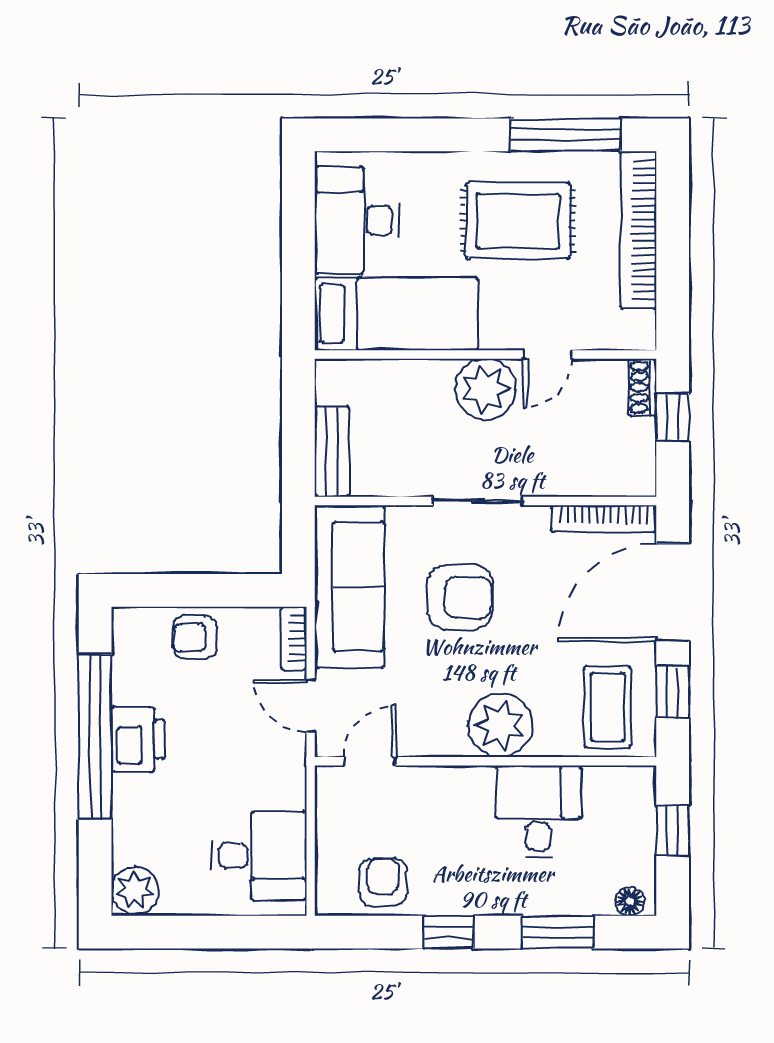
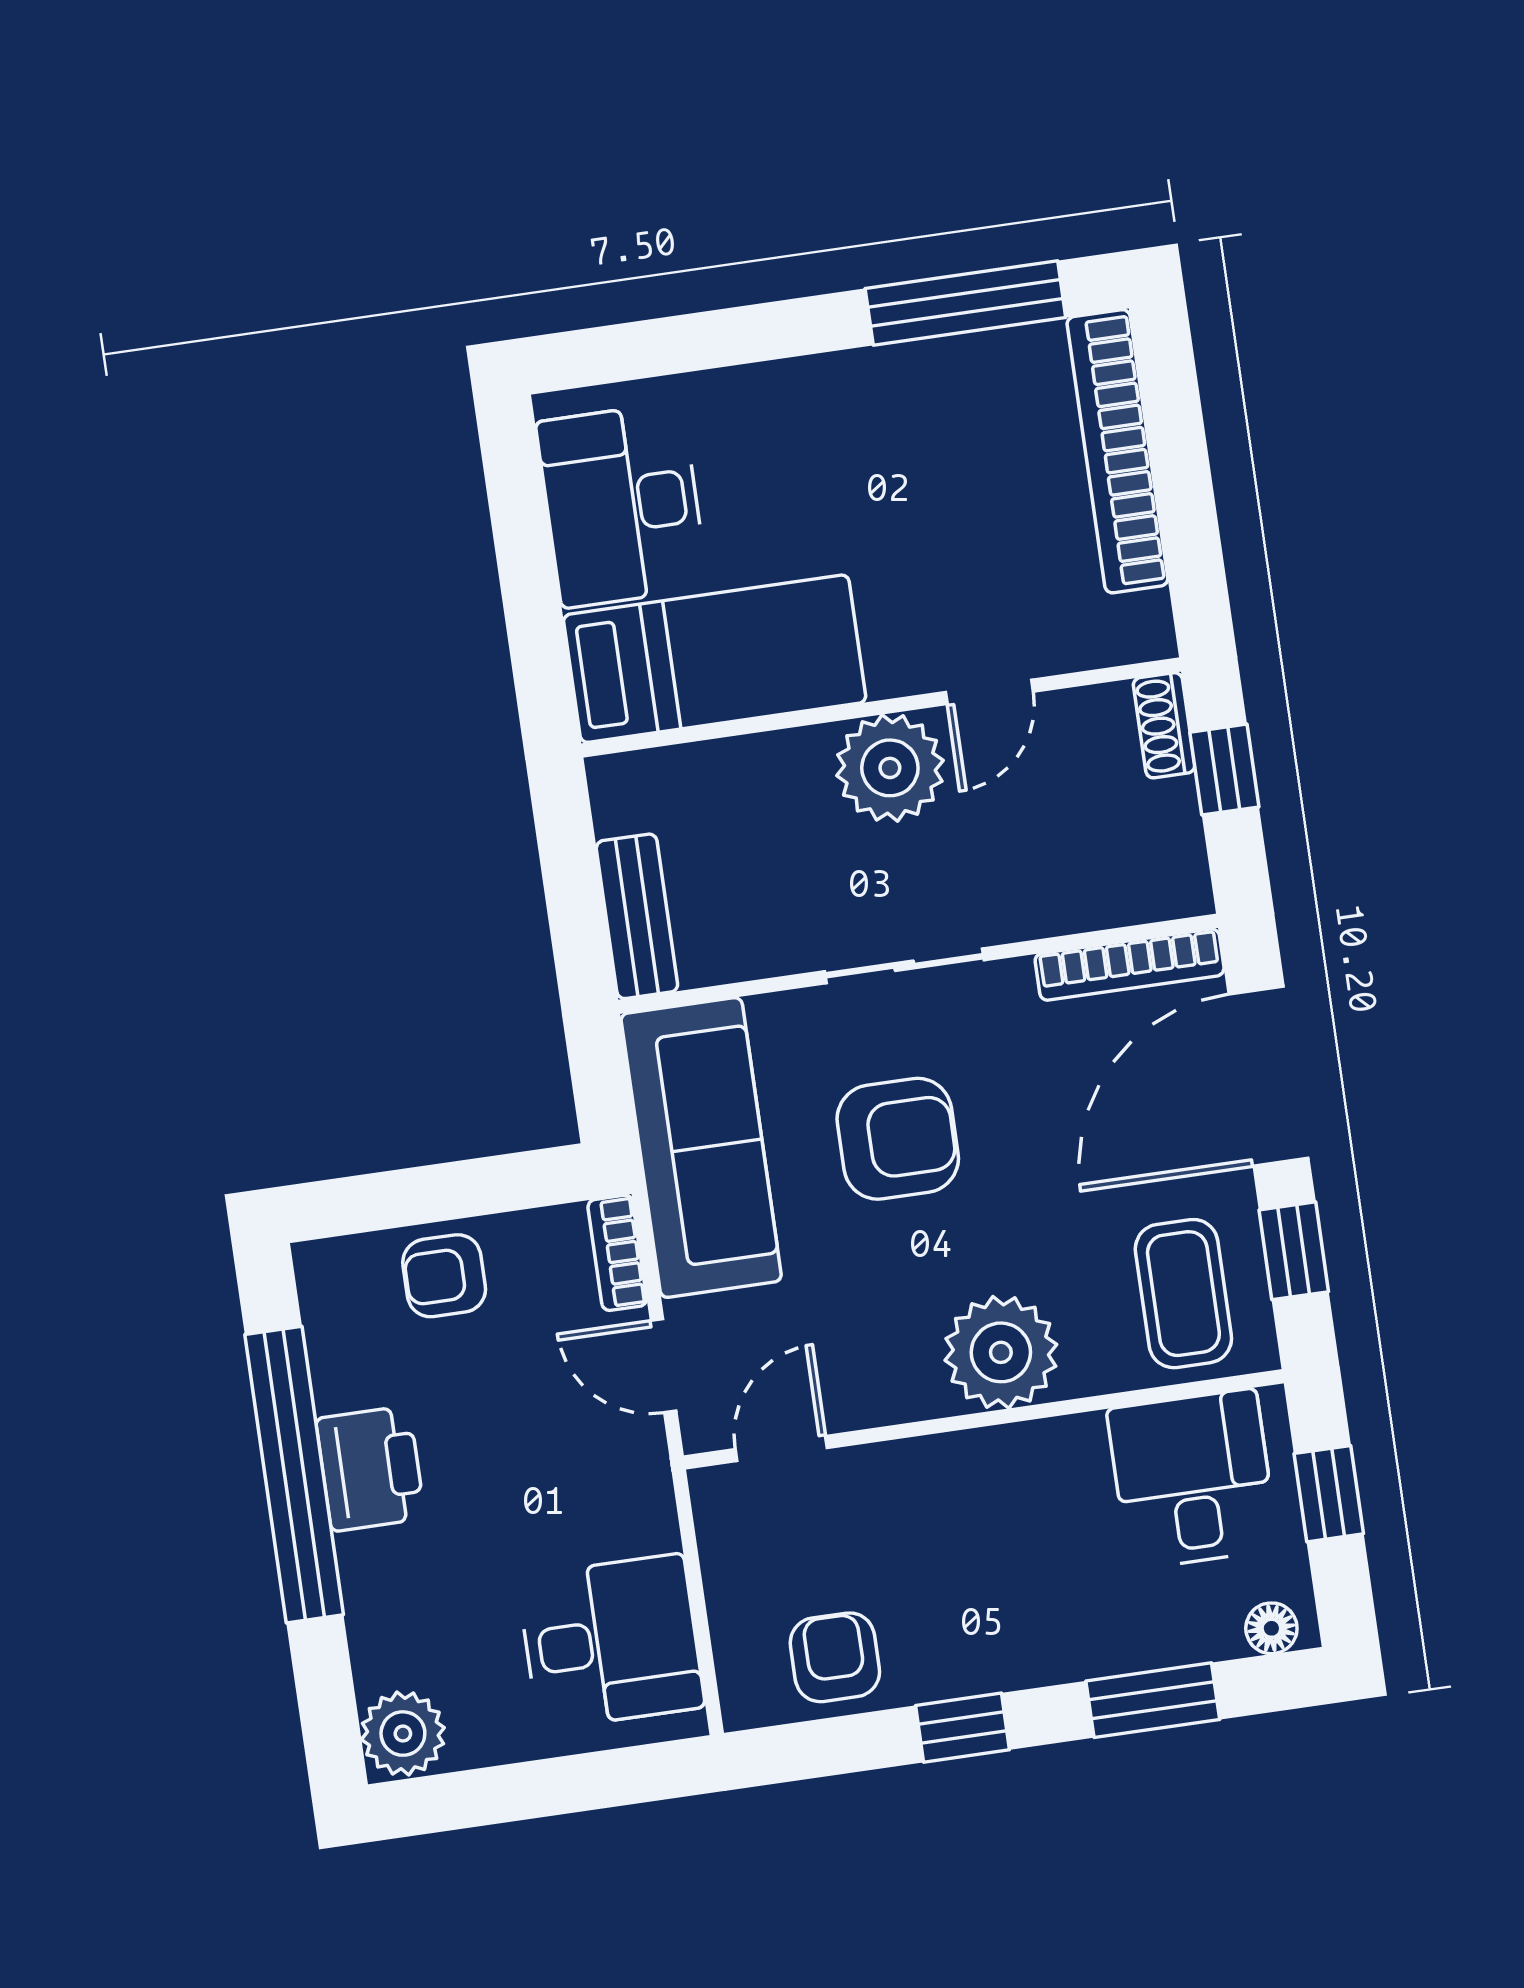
rug: (518, 221) -> (904, 466), removed
desk: (538, 812) -> (1192, 1479), moved

